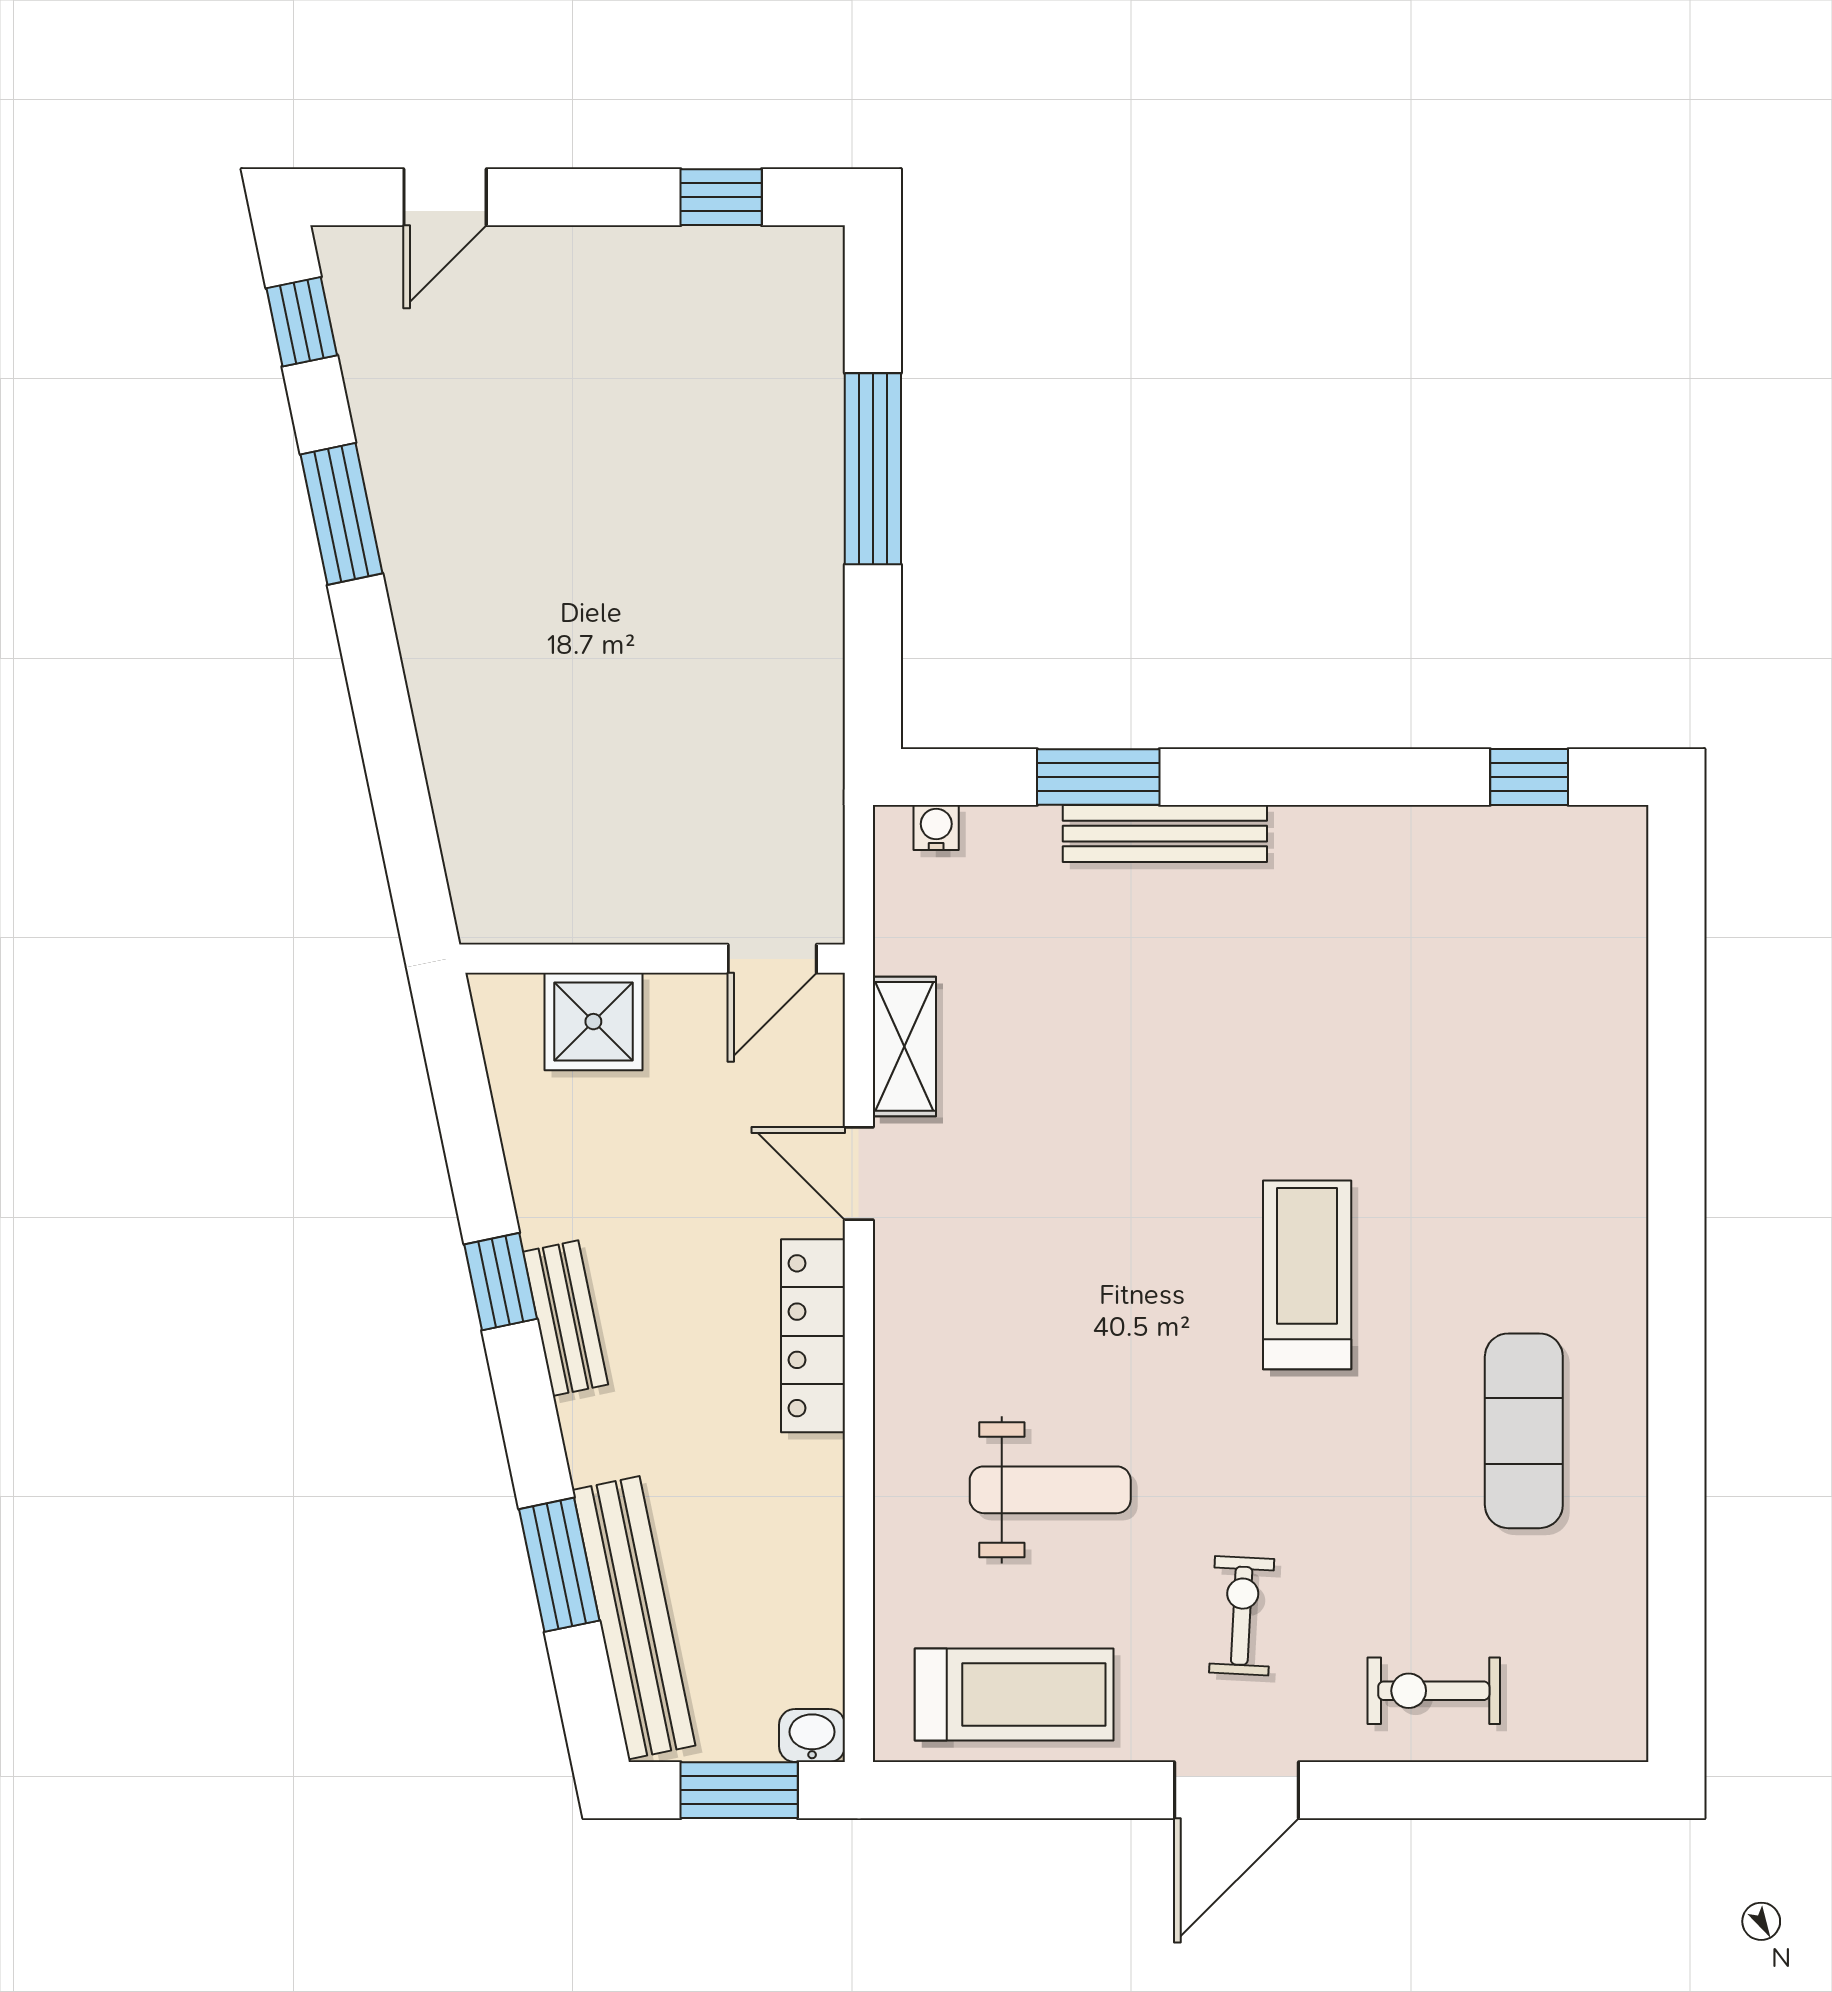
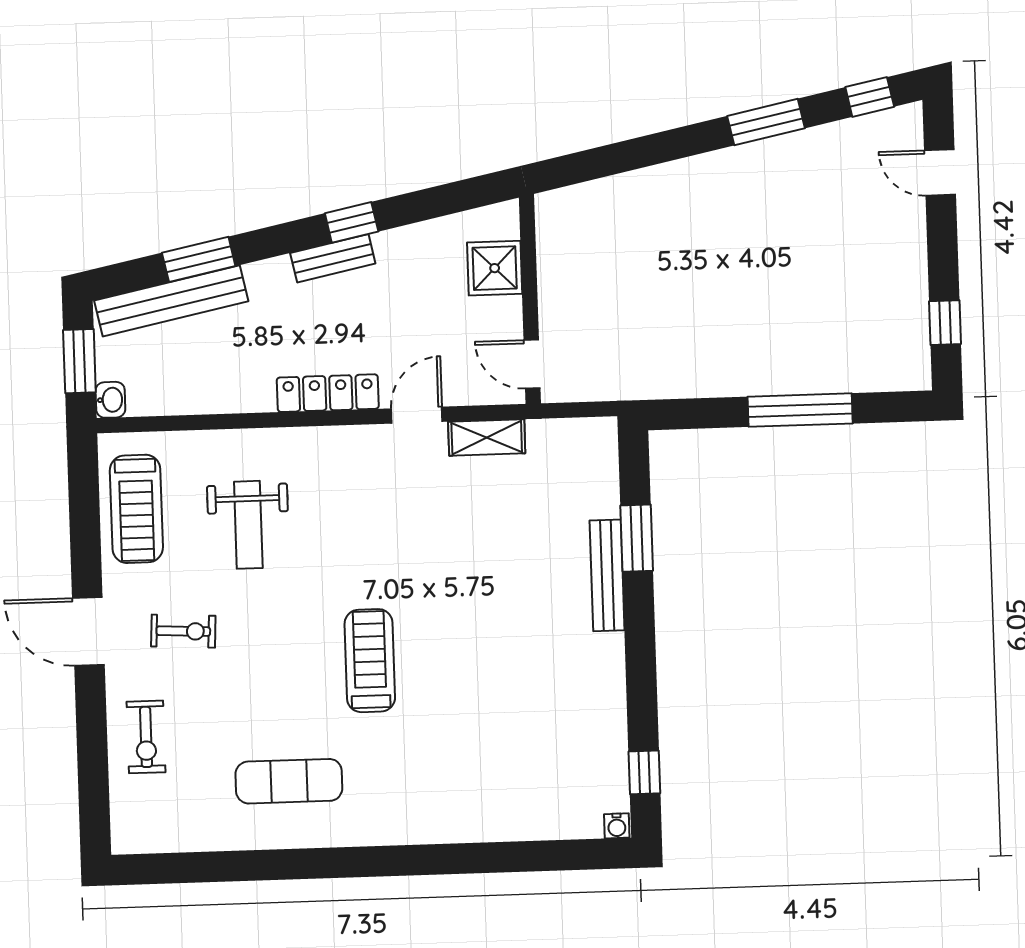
water cooler: (936, 828) -> (617, 826), moved, turned 90
treadmill: (1307, 1275) -> (370, 661), turned -90
exercise bike: (1434, 1691) -> (146, 737), turned 180

